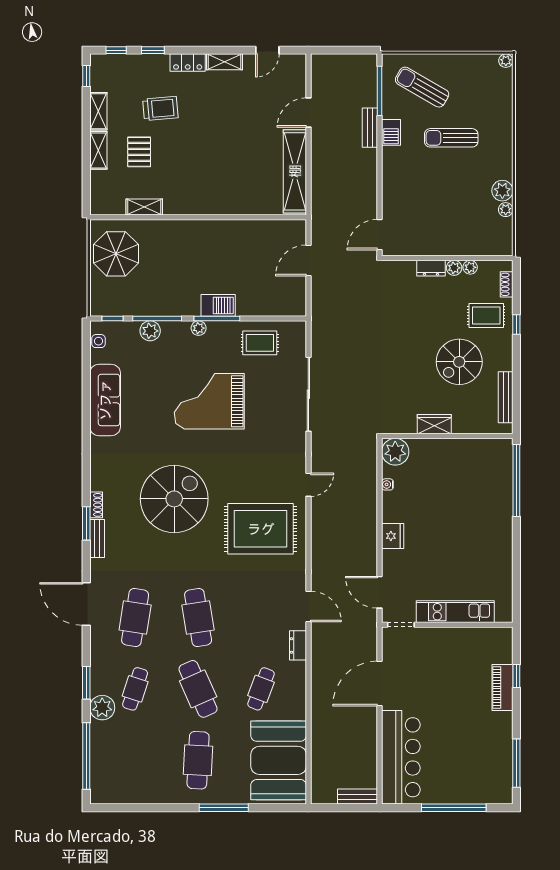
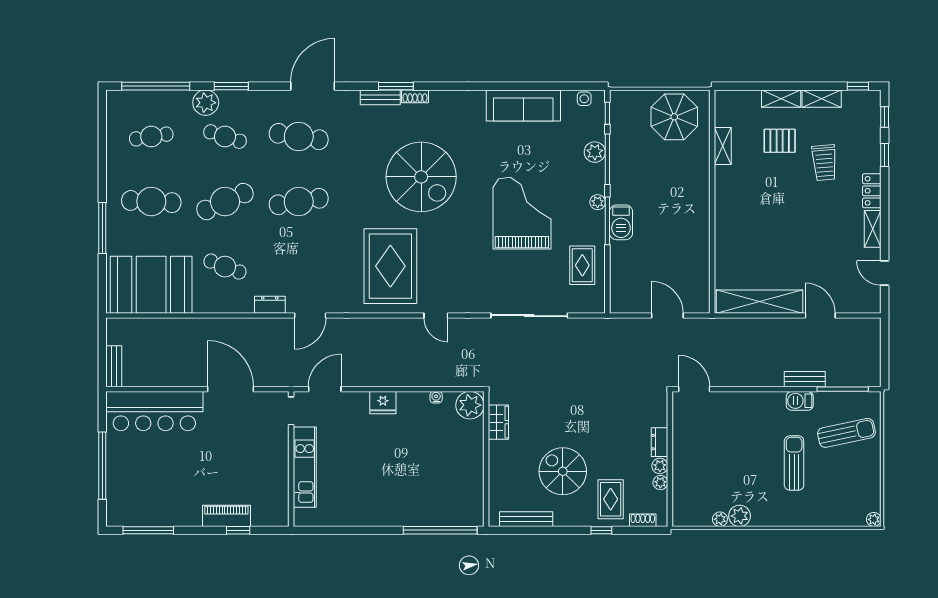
sun lounger: (422, 87) -> (847, 433), turned 48
wardrobe: (434, 424) -> (498, 422), moved
cafe table: (135, 760) -> (151, 137), added

